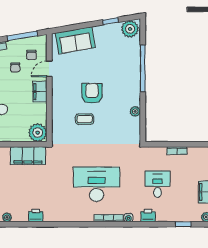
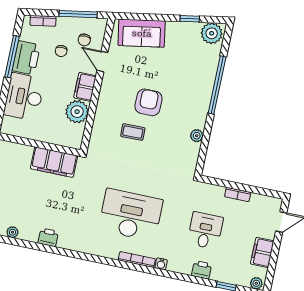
door: (49, 69) -> (102, 61), hinge flipped
plant: (38, 133) -> (77, 112), moved
printer: (148, 216) -> (202, 270), moved

